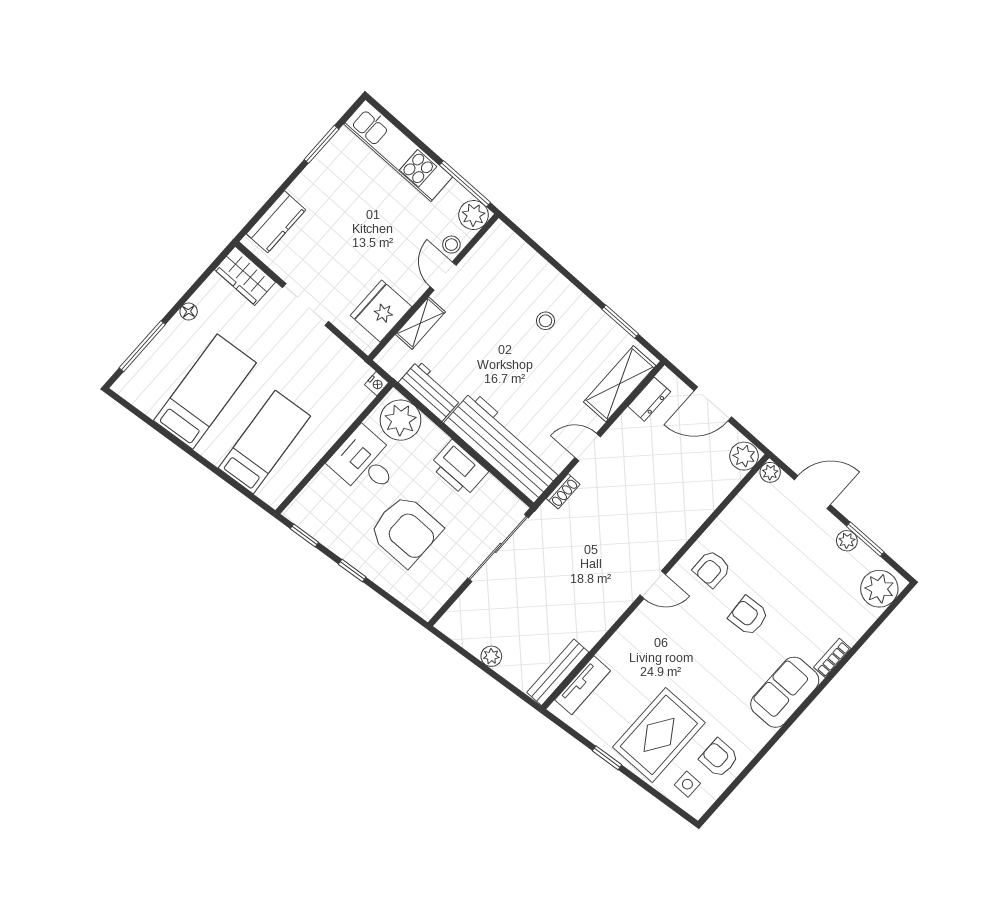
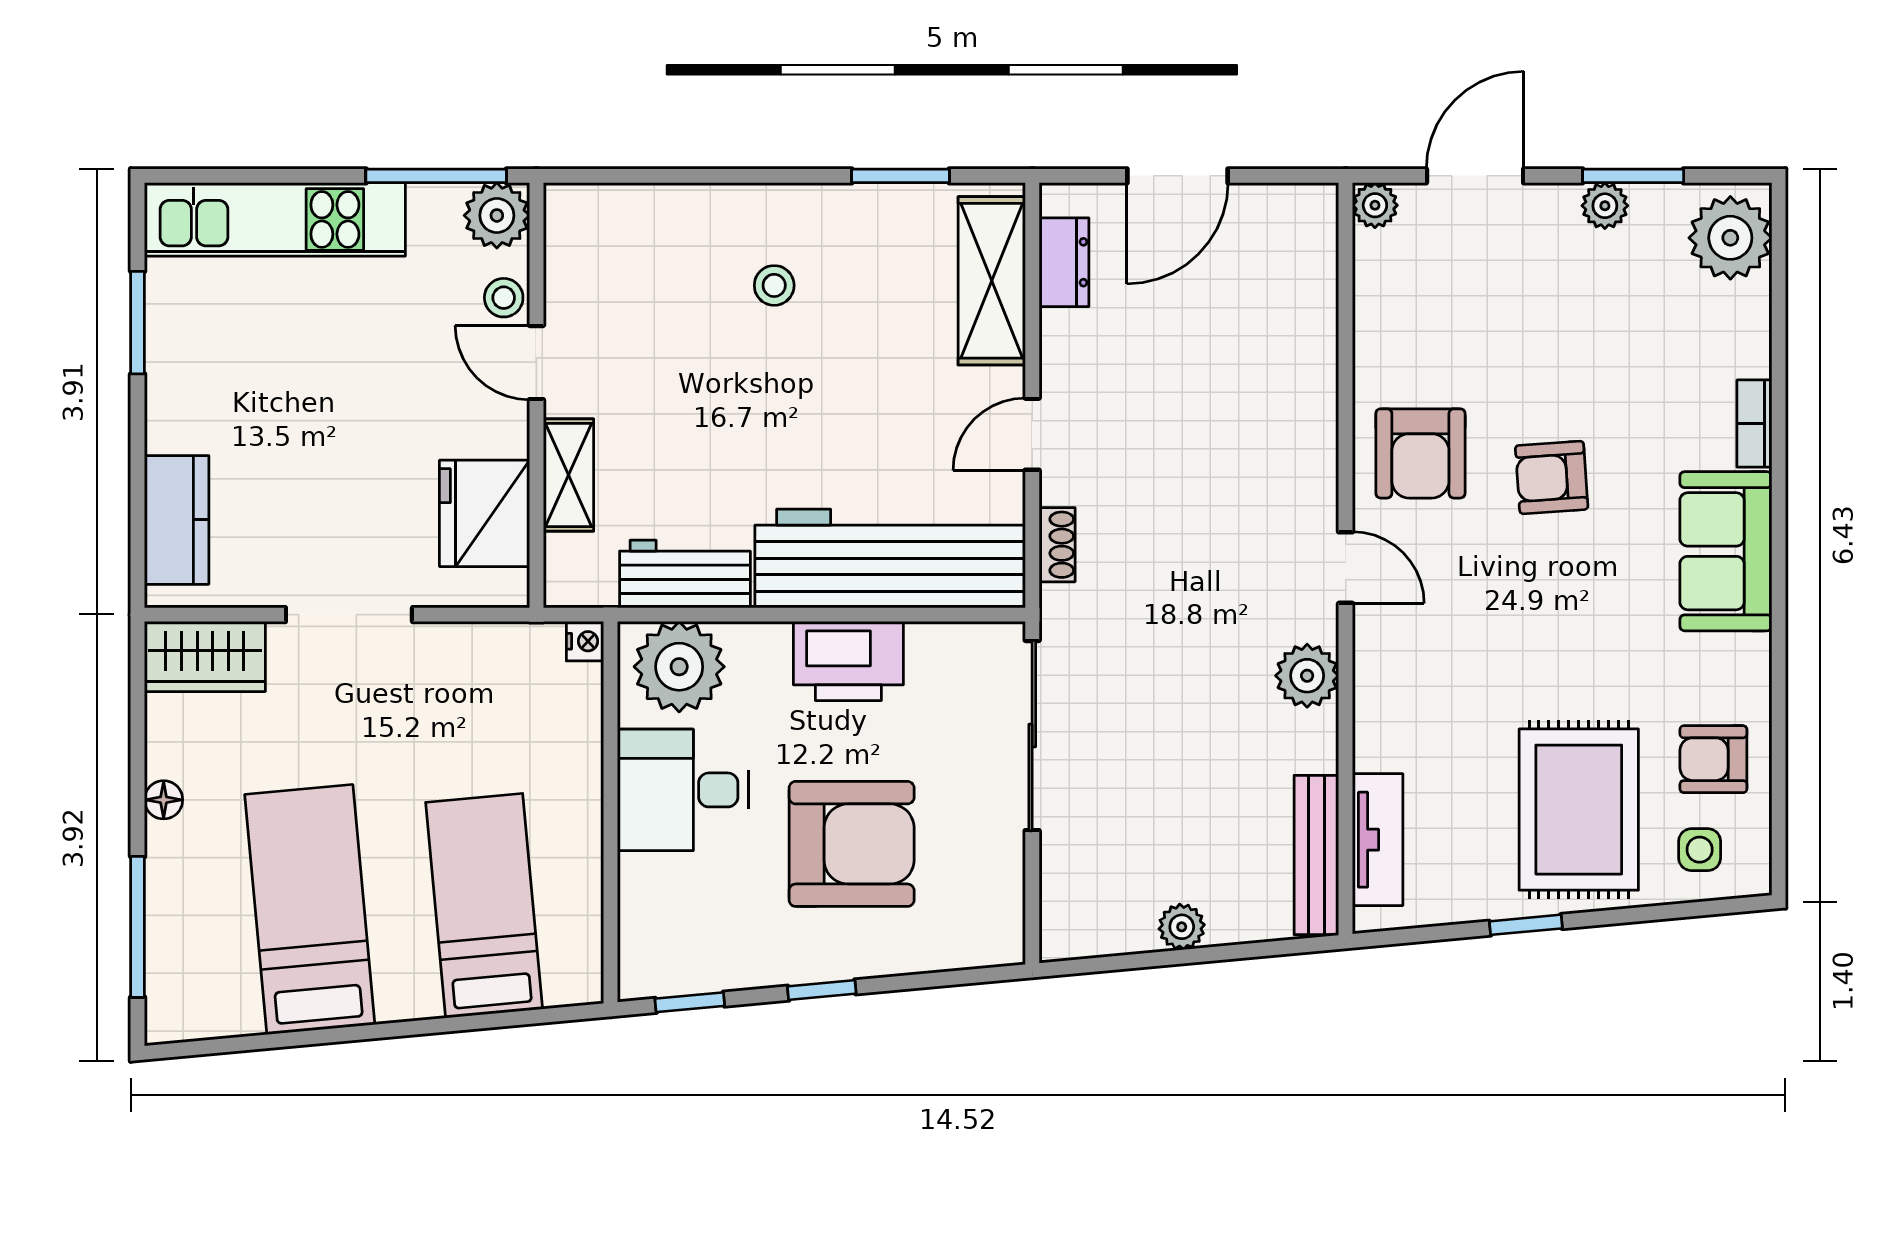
plant: (744, 456) -> (1307, 676), moved
armchair: (712, 569) -> (1420, 453), width x1.38, depth x1.38
door: (653, 585) -> (1346, 568), hinge flipped

